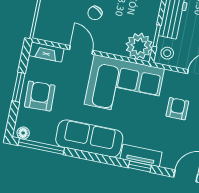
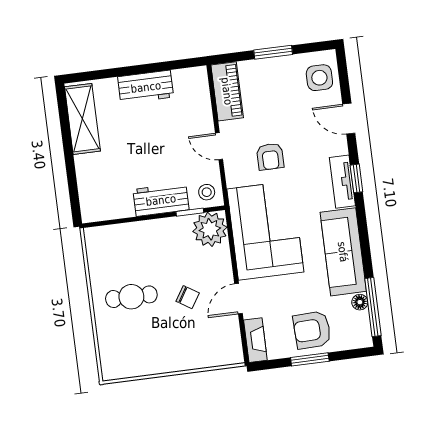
armchair: (177, 109) -> (270, 157), turned -90
floor lamp: (23, 133) -> (360, 302), moved

